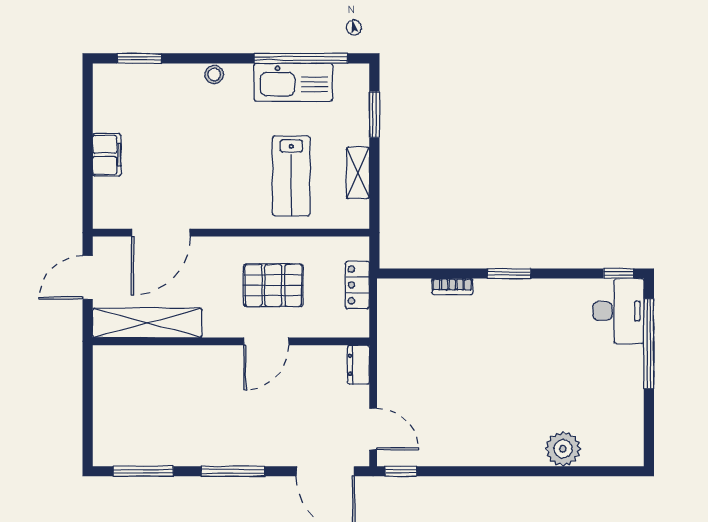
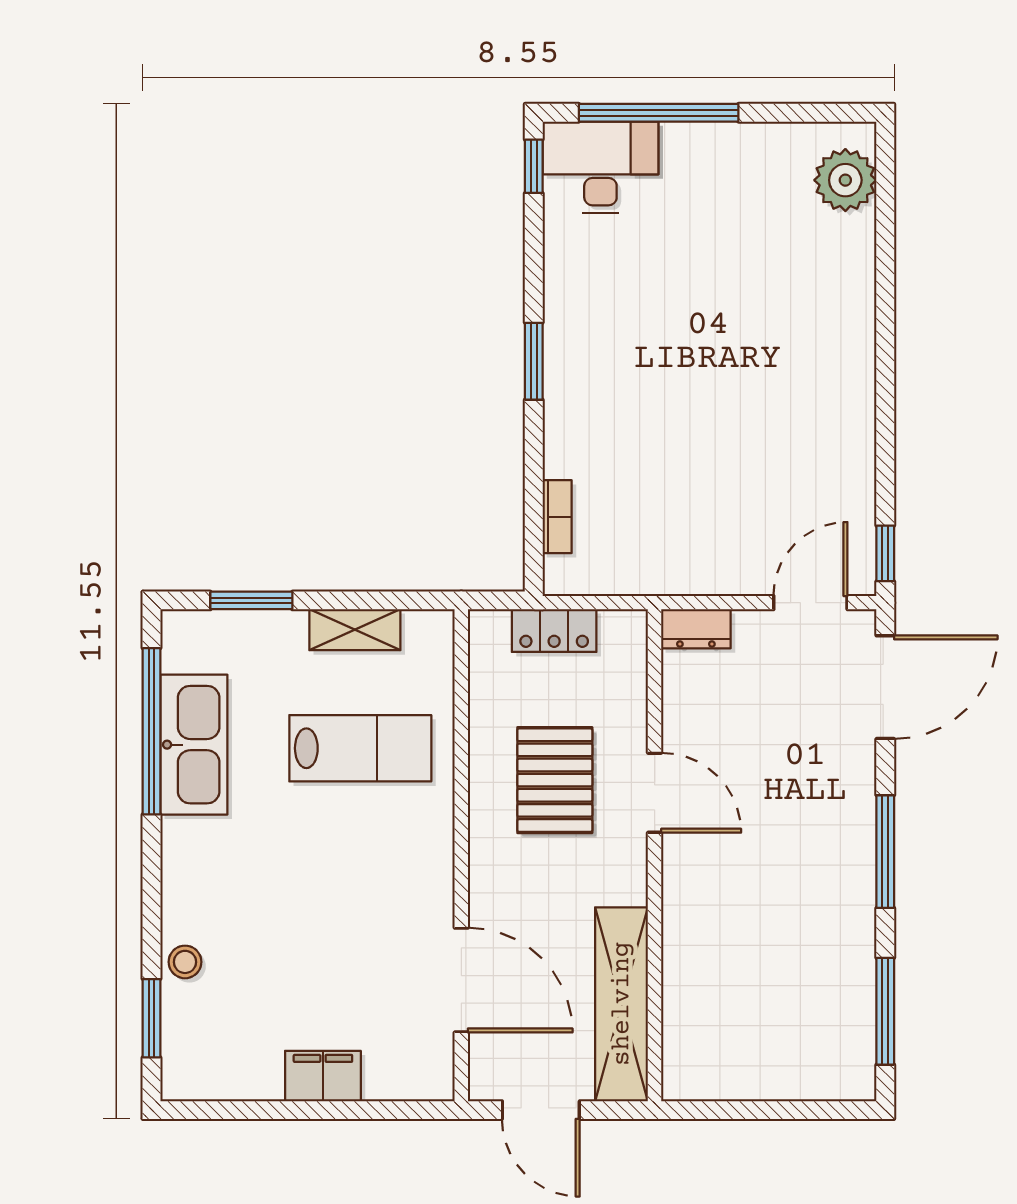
stool: (214, 75) -> (185, 962), moved
bookcase: (452, 287) -> (557, 517), moved
plant: (563, 449) -> (845, 180), moved

